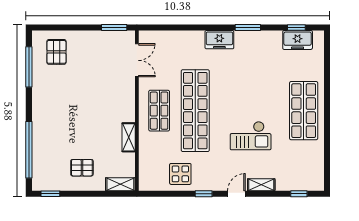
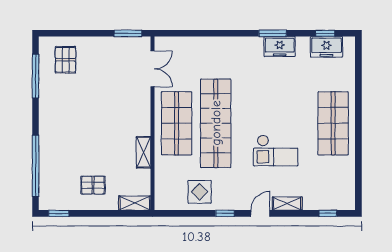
freezer: (219, 40) -> (280, 46), moved
shop shelf: (159, 111) -> (177, 123), width x1.43, depth x1.36

